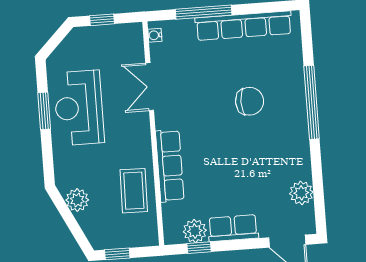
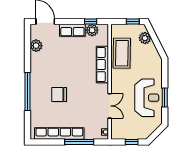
coffee table: (134, 191) -> (122, 53), width x1.36, depth x1.32
plant: (77, 200) -> (145, 38), moved

